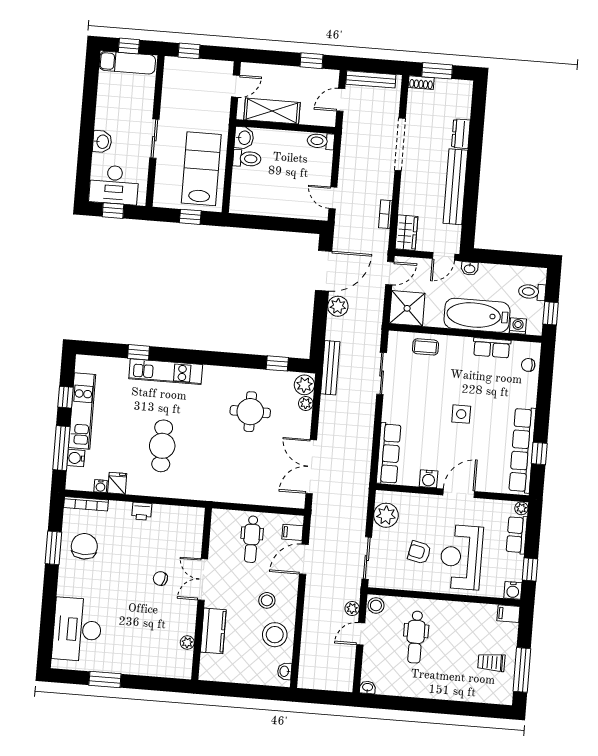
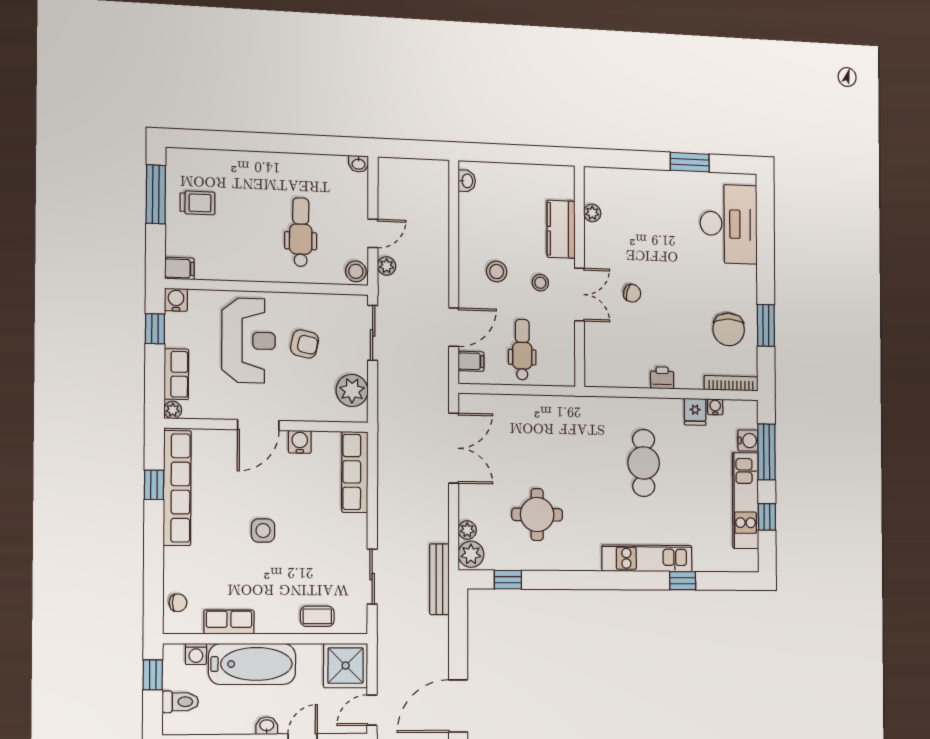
plant: (338, 306) -> (436, 661), removed
stool: (275, 635) -> (540, 283), moved, width x0.53, depth x0.53

